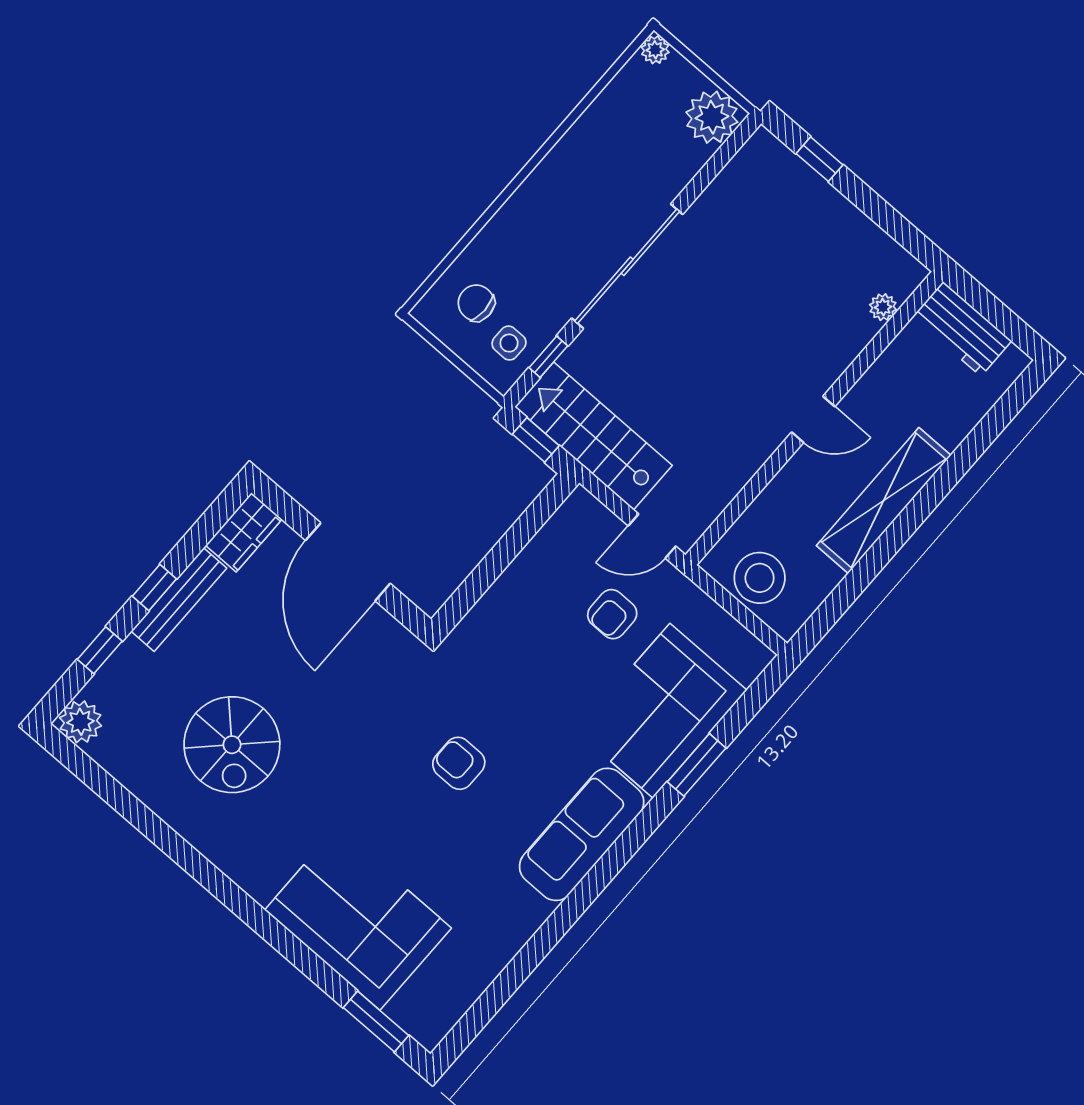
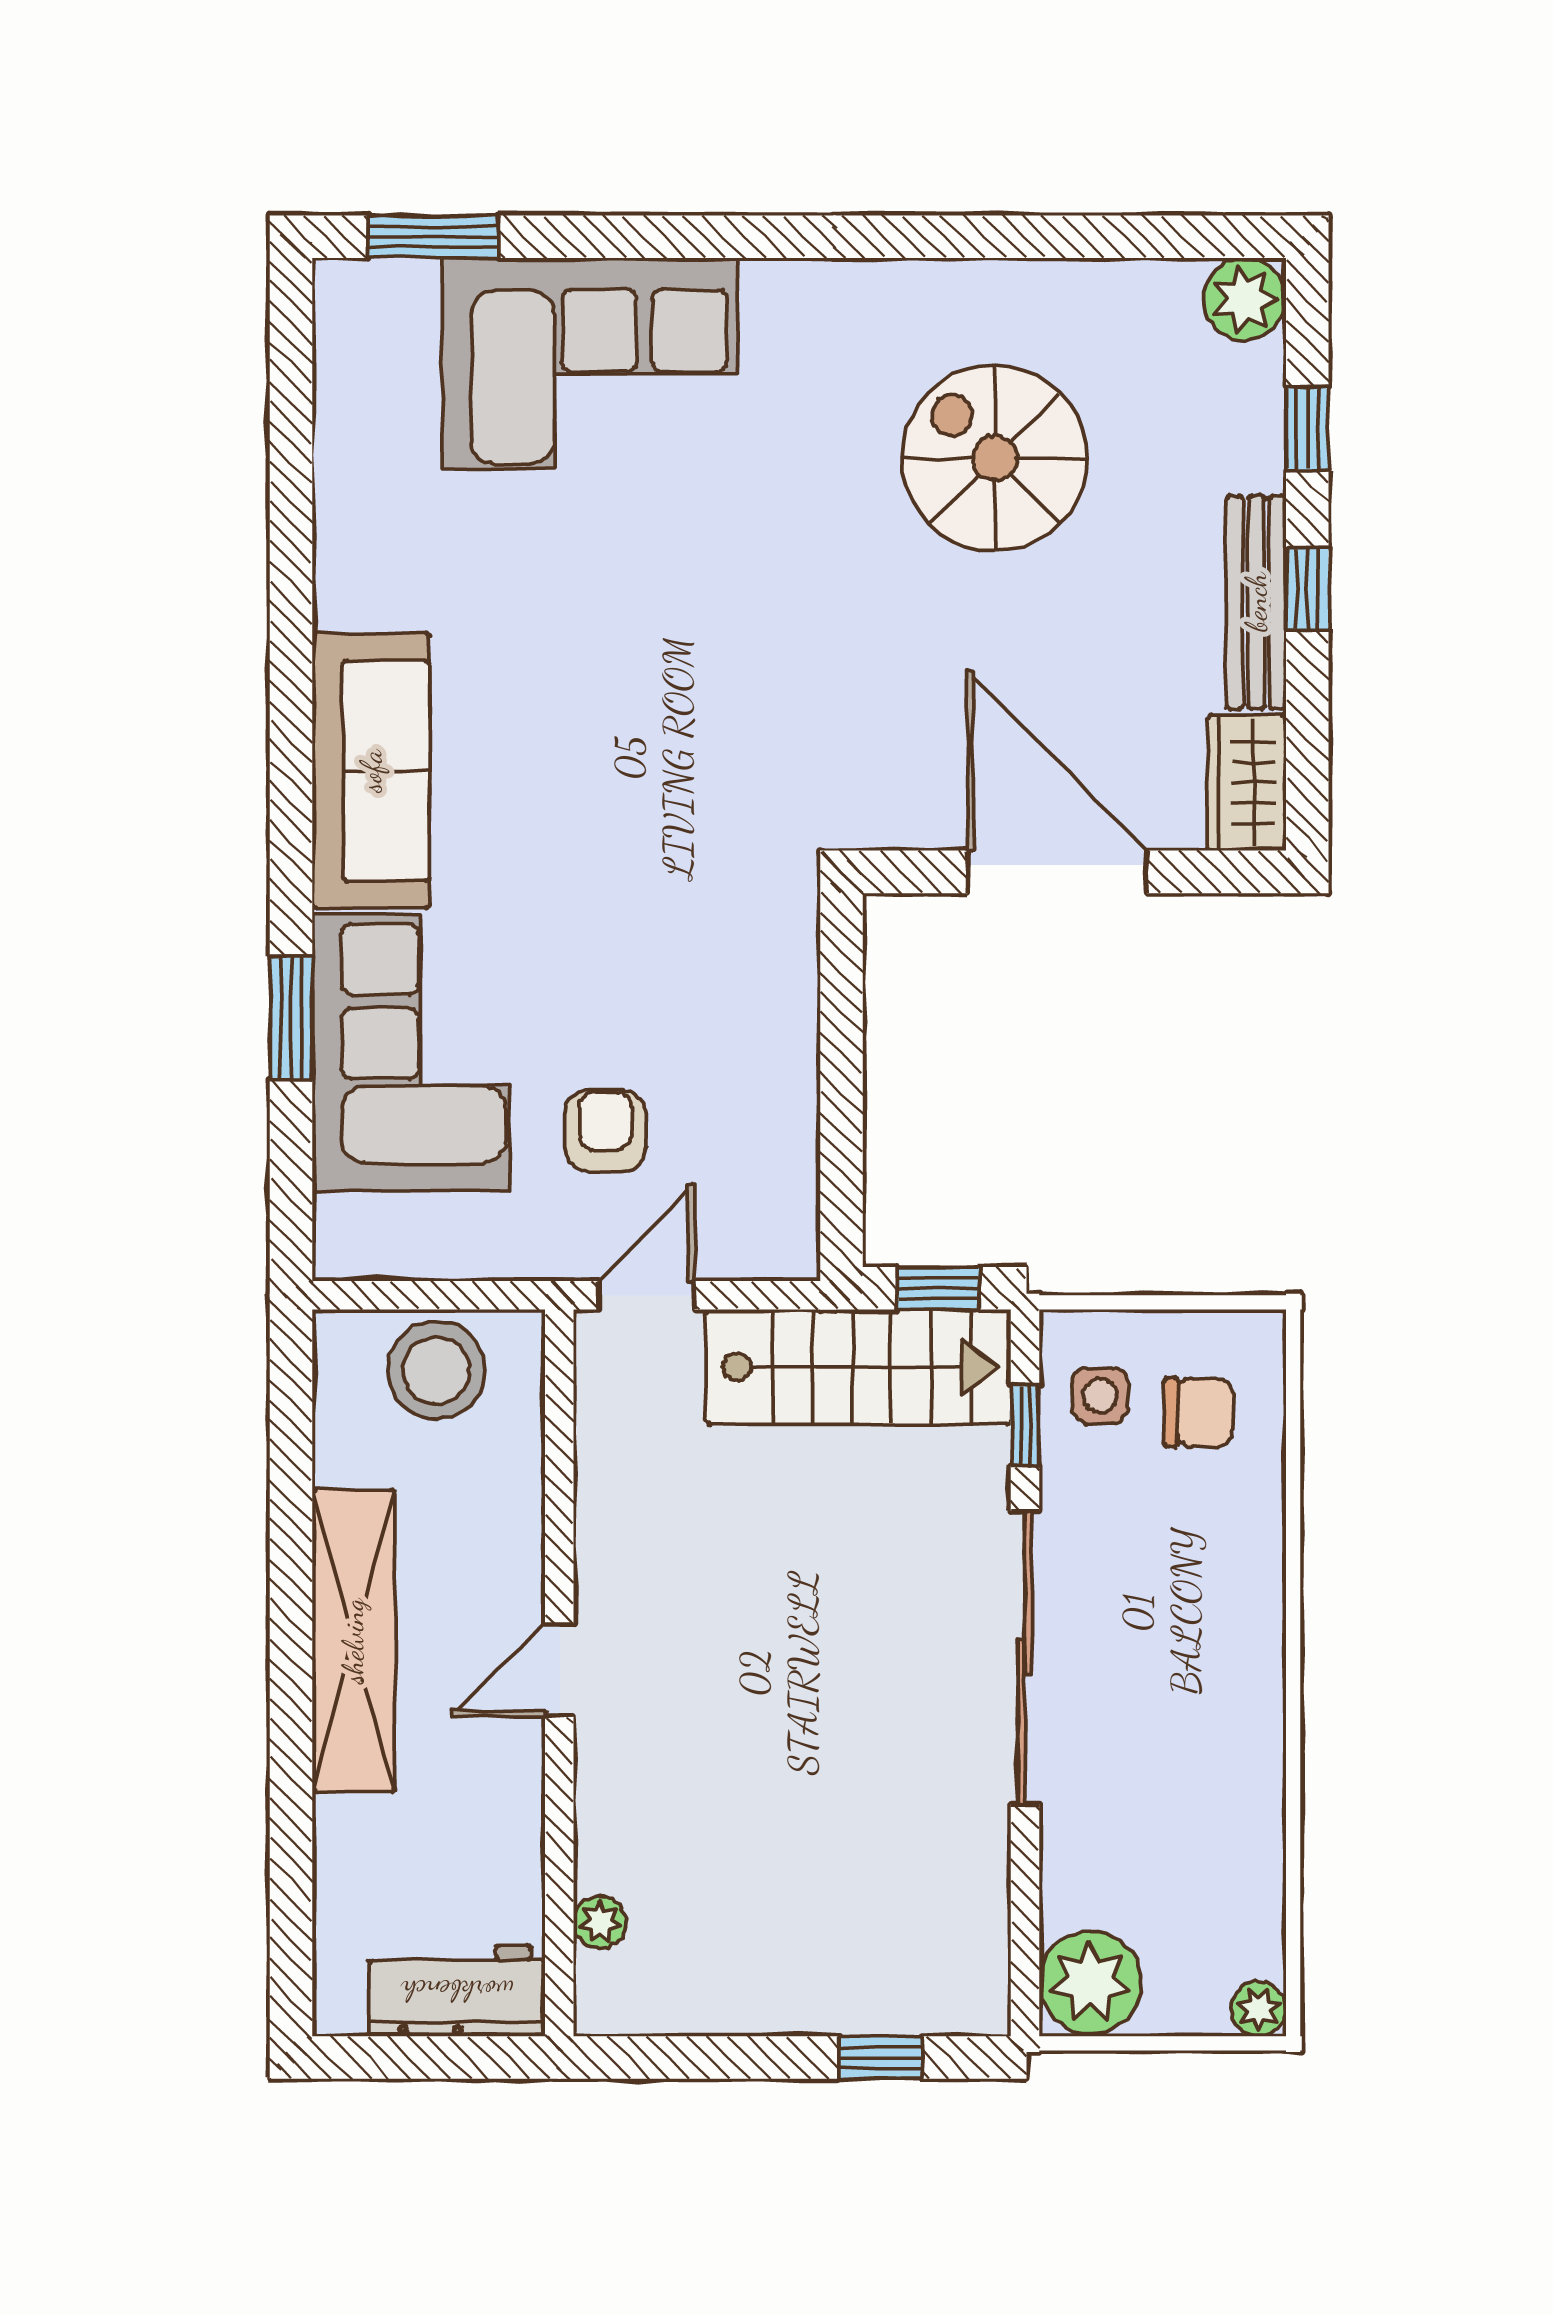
armchair: (459, 763) -> (640, 719), removed

